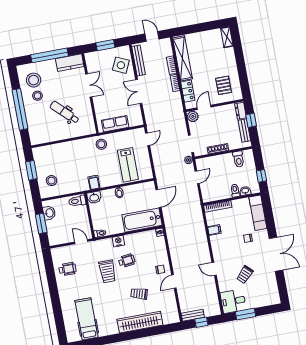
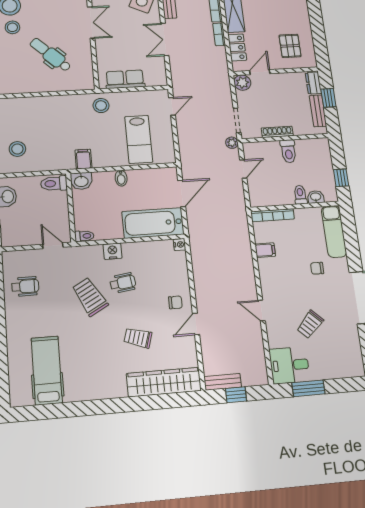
toilet: (238, 159) -> (288, 151), moved
trolley: (107, 271) -> (90, 297), turned 151
wardrobe: (140, 322) -> (164, 382), moved

